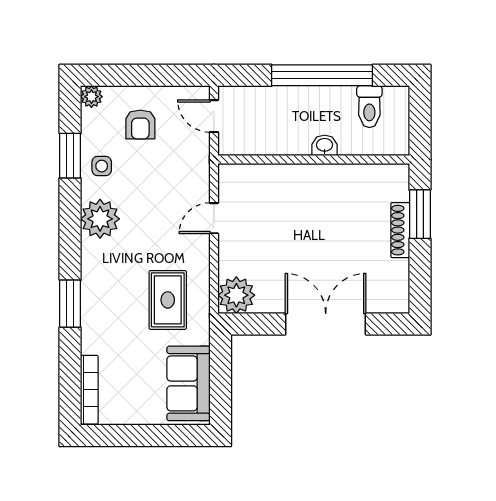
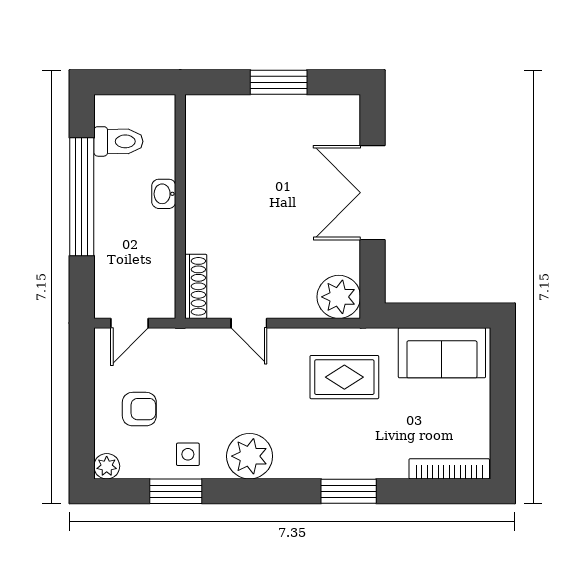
window: (420, 214) -> (279, 82), moved
shoe rack: (400, 230) -> (196, 286), moved, turned -90

